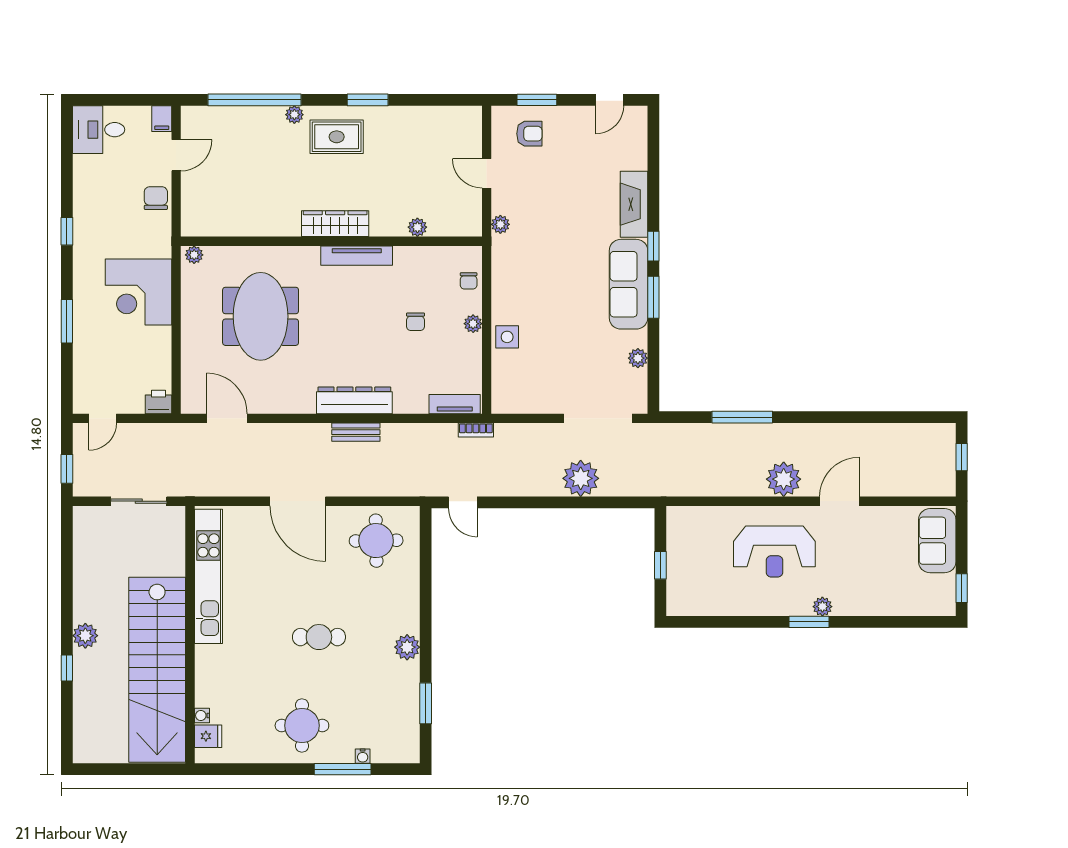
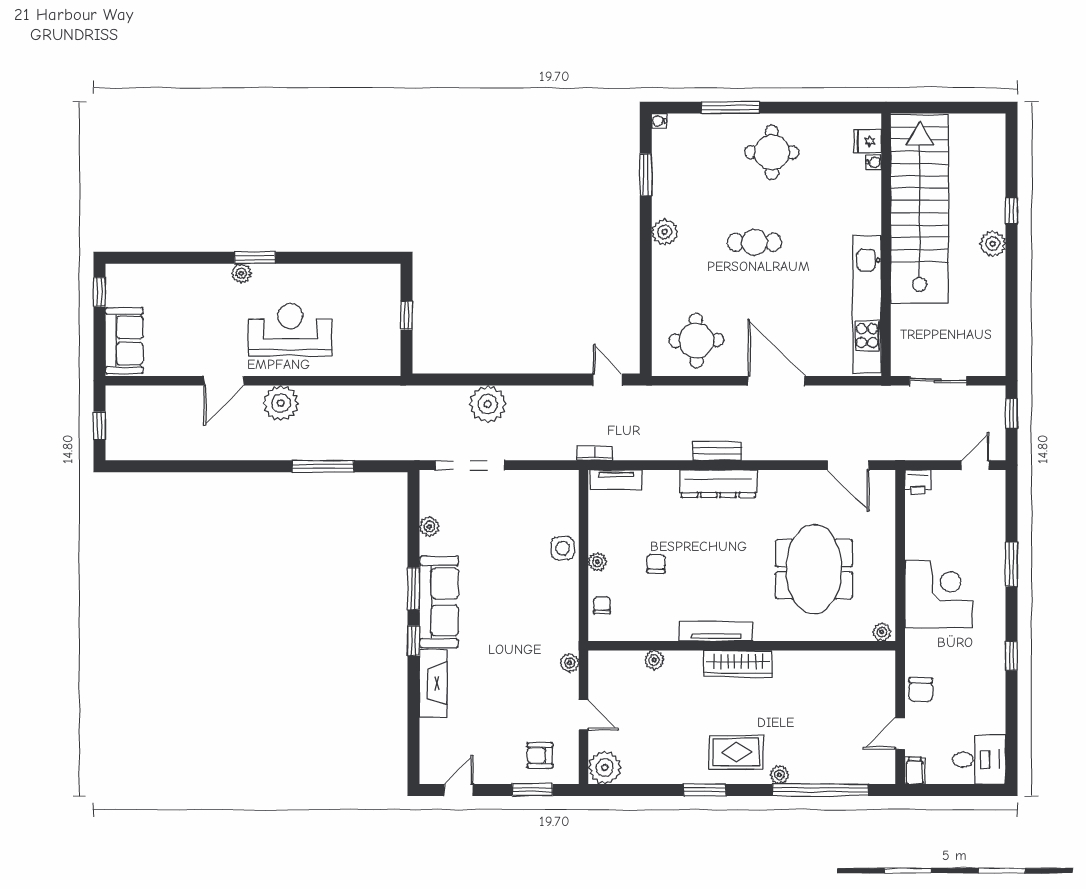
plant: (466, 122) -> (605, 768), added
water cooler: (363, 756) -> (659, 121), moved, turned -90

